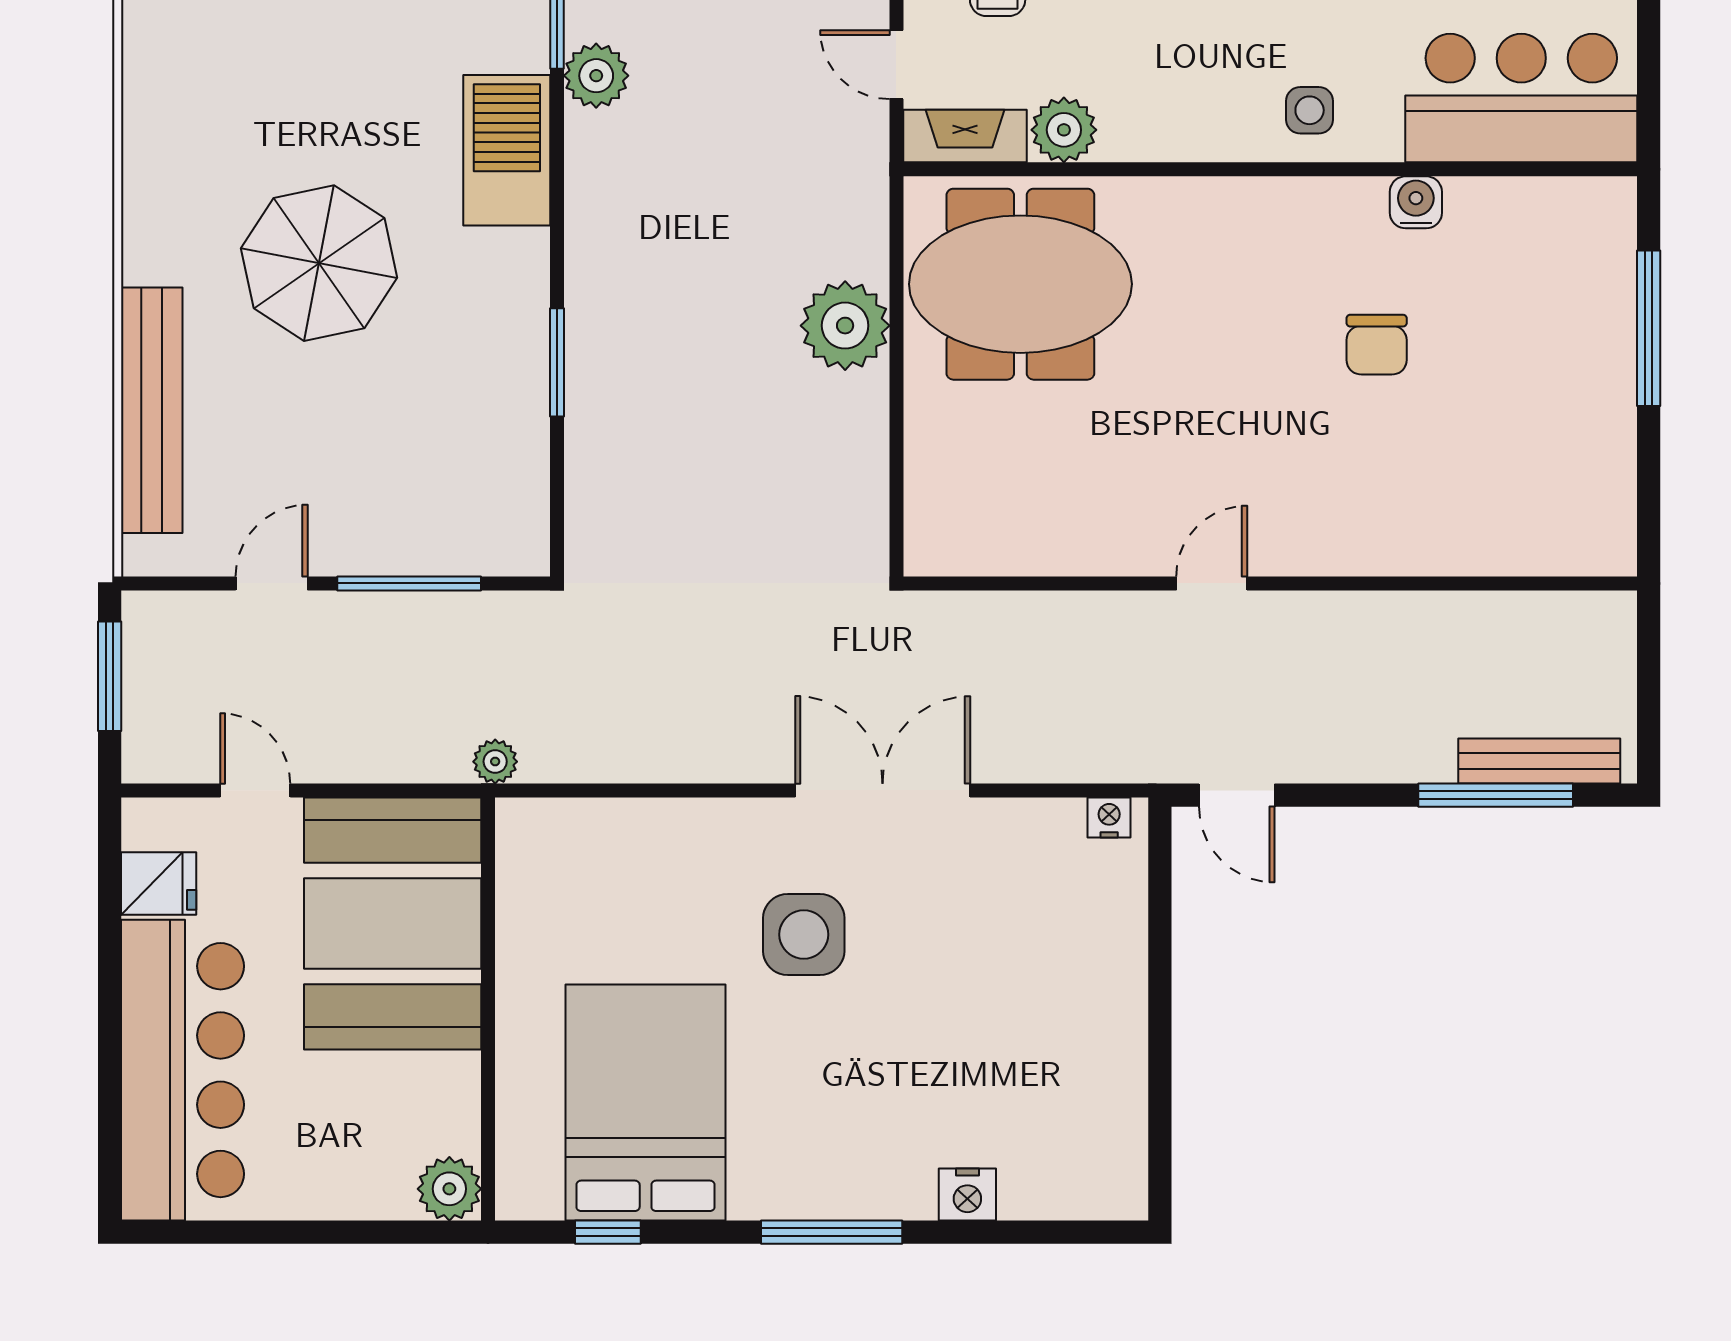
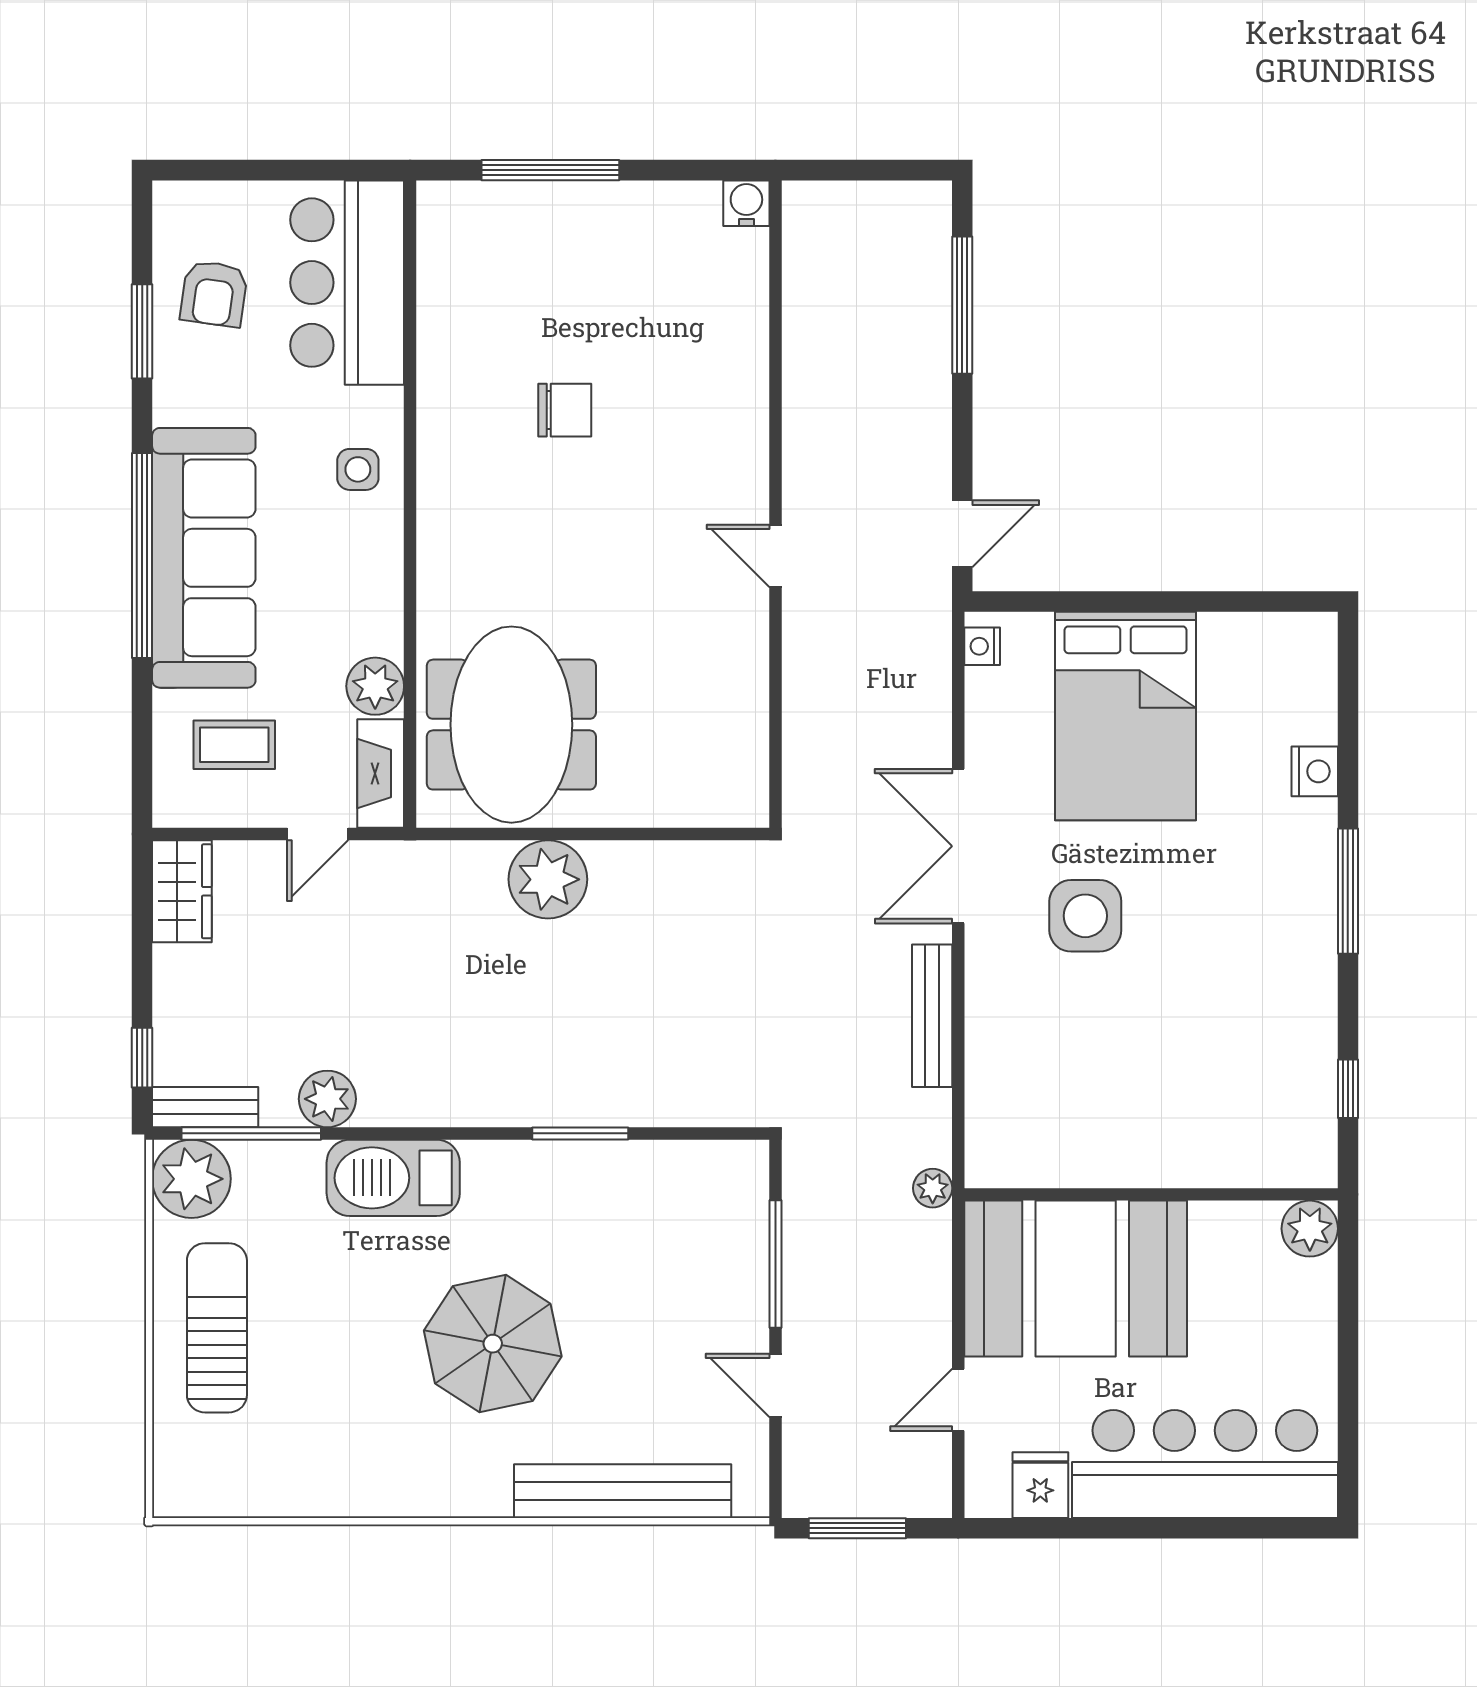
water cooler: (1416, 202) -> (746, 203), moved, turned 90
bench: (1539, 761) -> (932, 1016), moved
bed: (646, 1102) -> (1125, 716), moved, turned -90

